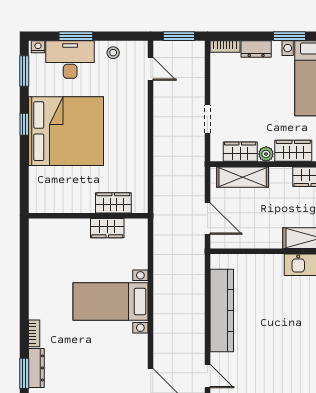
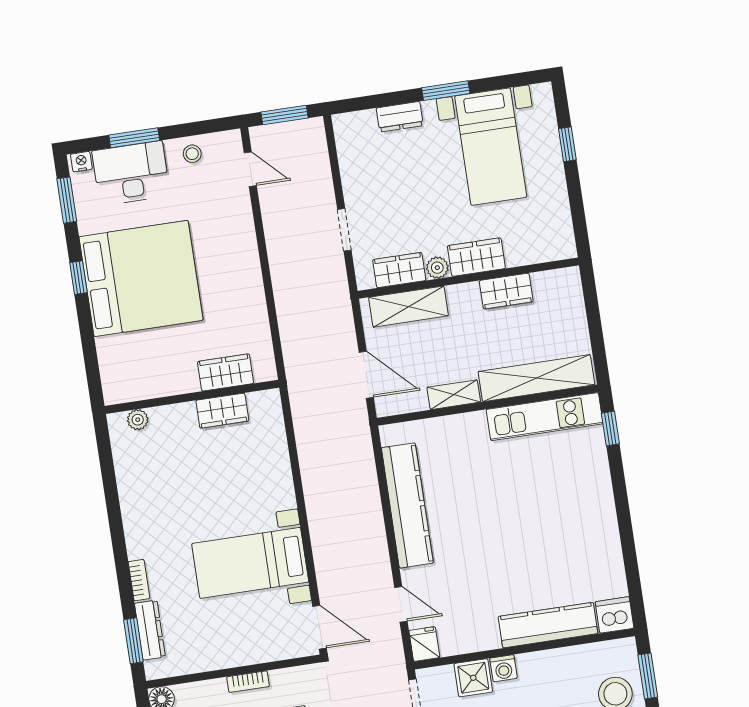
bookcase: (225, 46) -> (354, 120), removed
plant: (50, 226) -> (138, 420), added
shelving: (264, 241) -> (454, 395), added
bed with nightstands: (111, 302) -> (250, 563), moved

